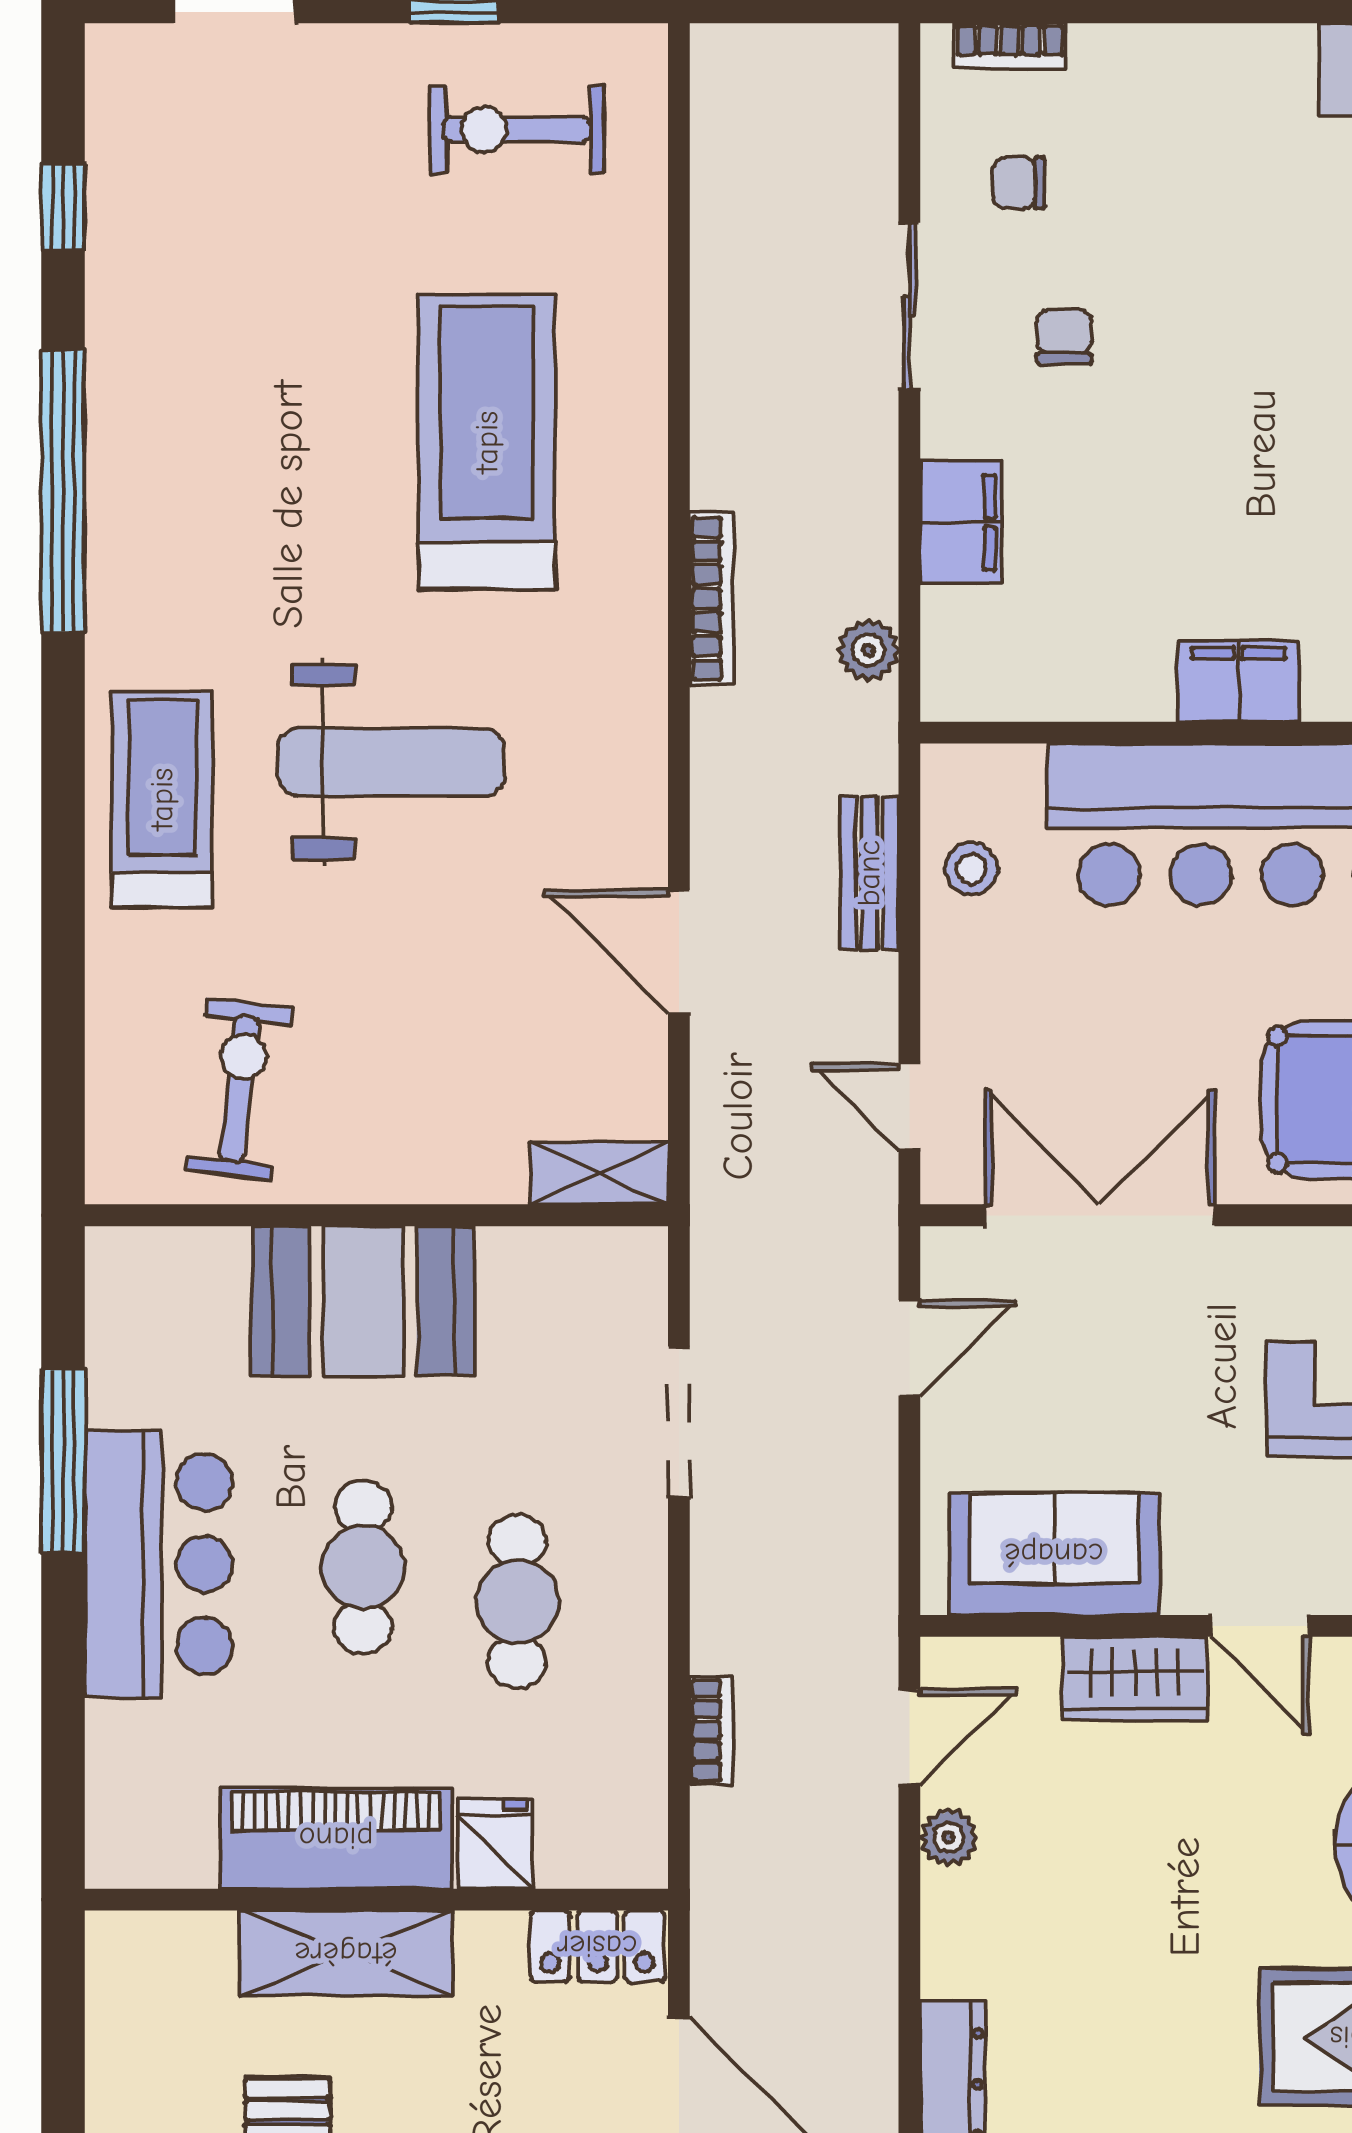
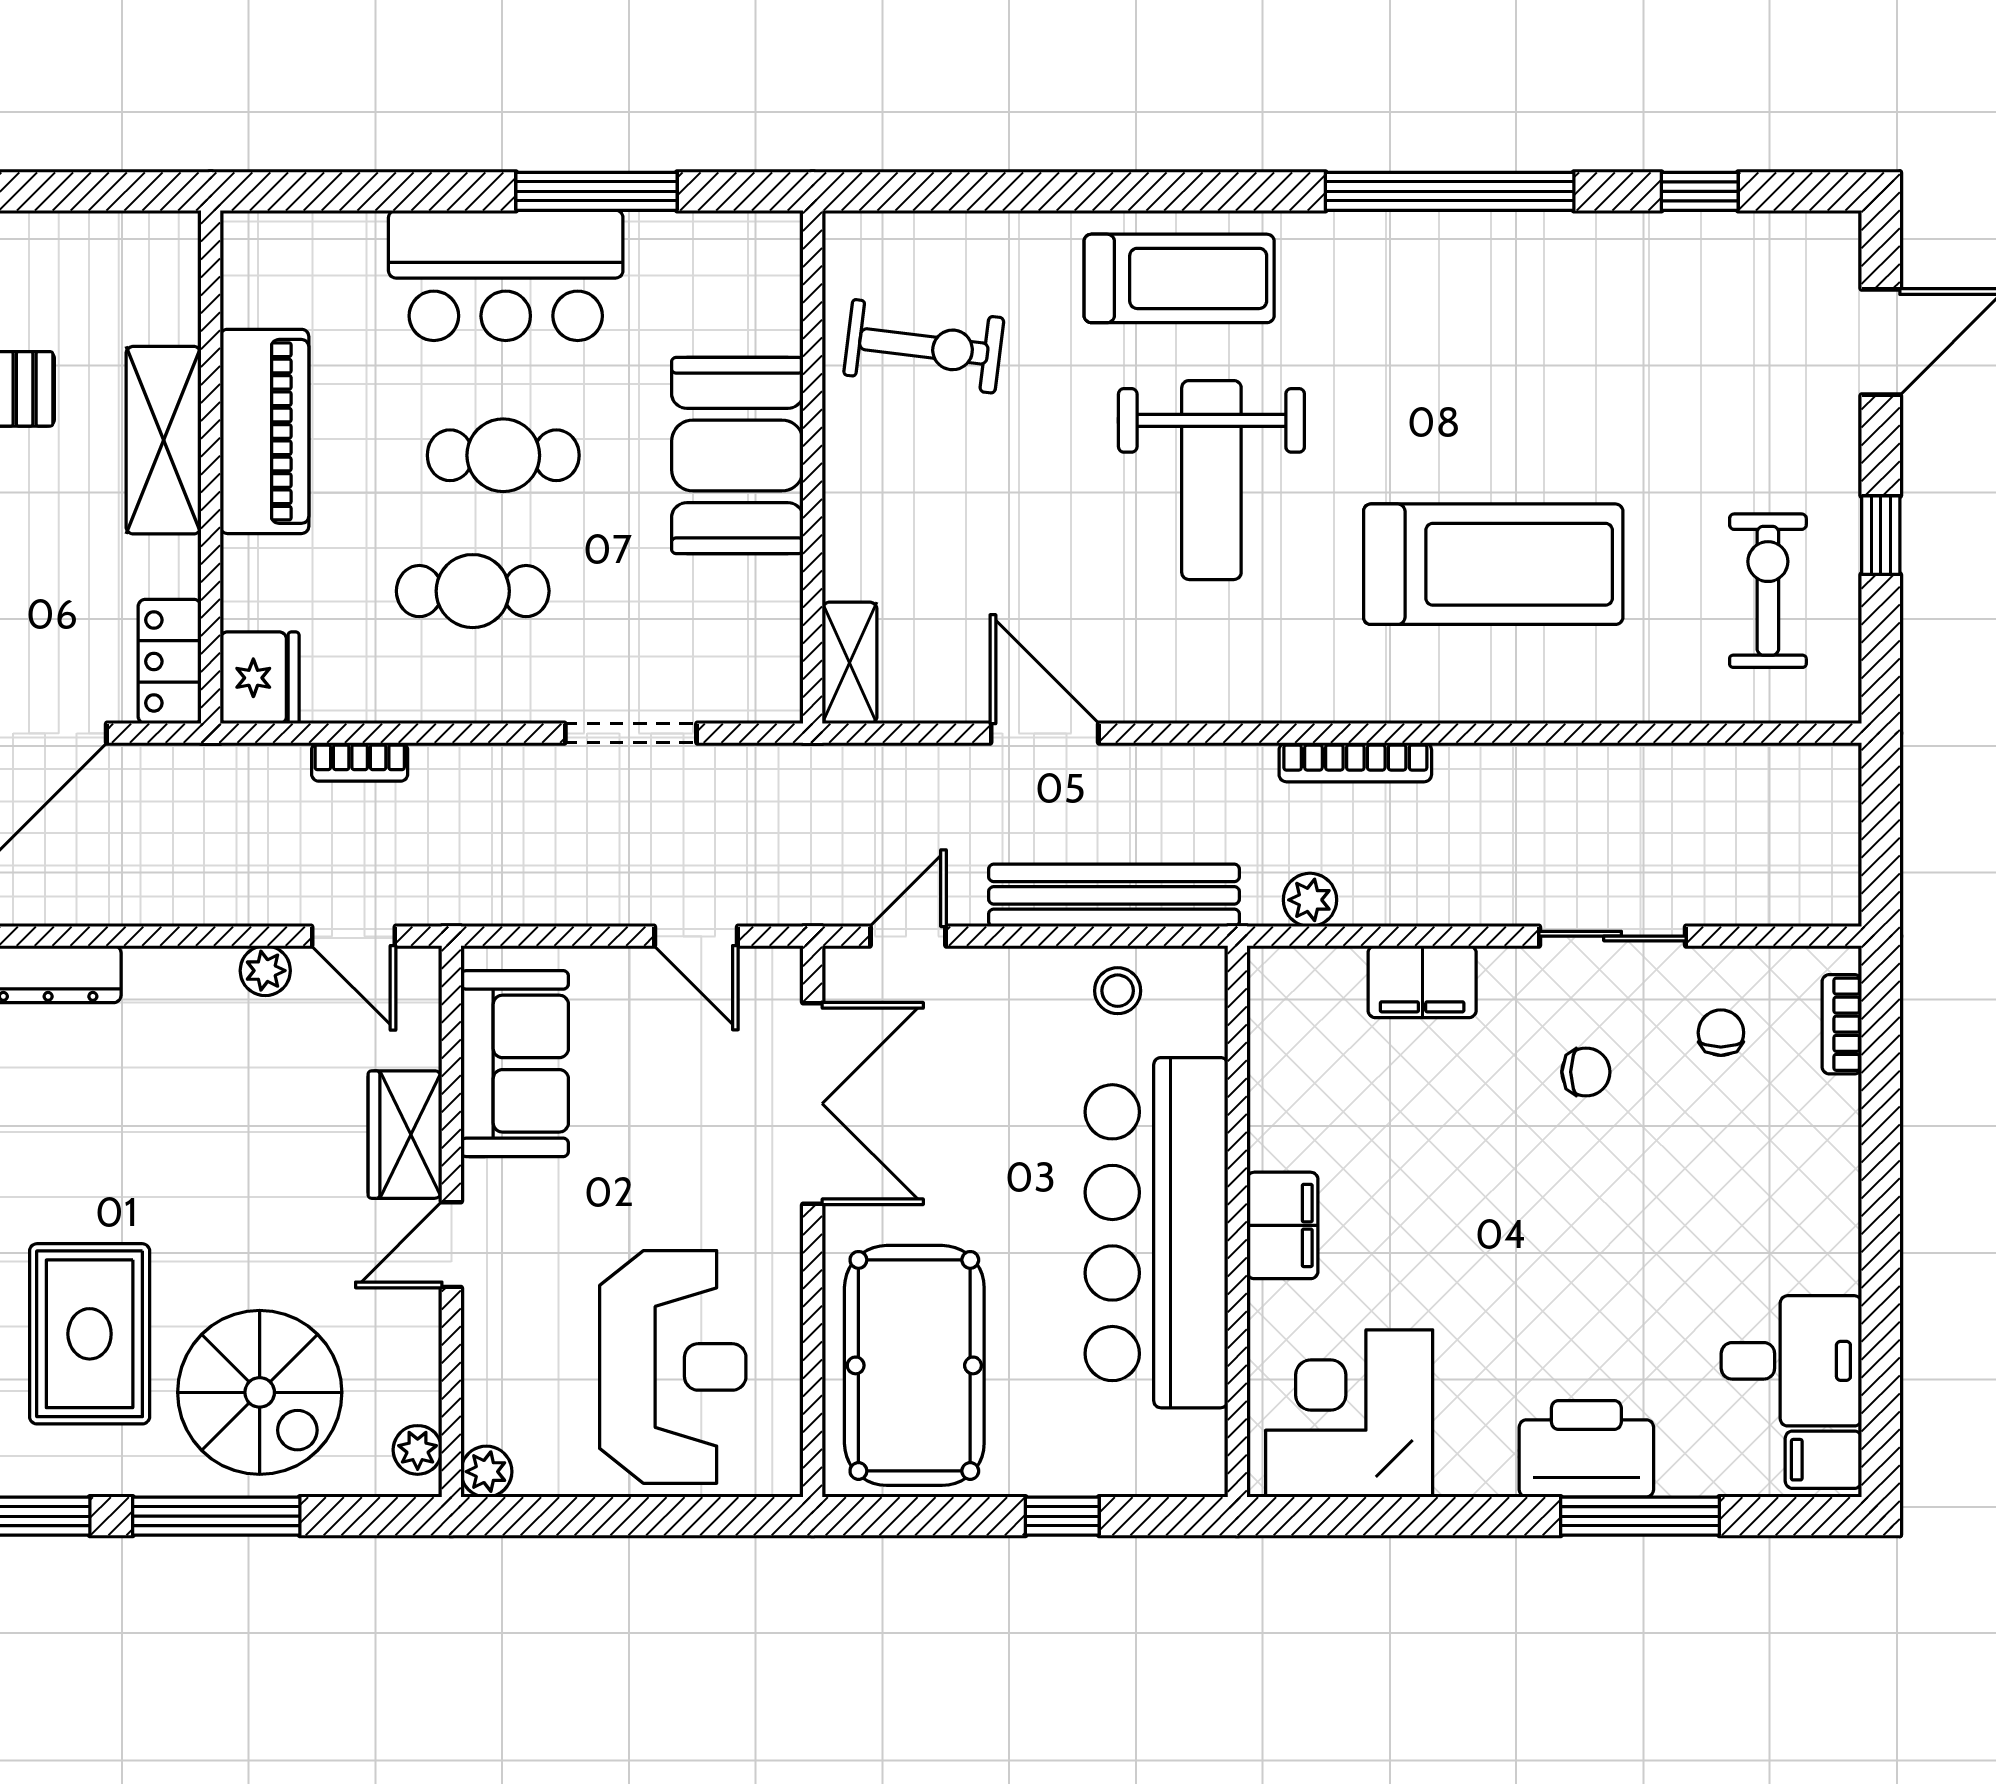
bench: (869, 873) -> (1114, 895), width x1.86, depth x1.21
door: (679, 952) -> (1045, 733), hinge flipped
fridge: (495, 1844) -> (260, 678), moved, width x1.38

